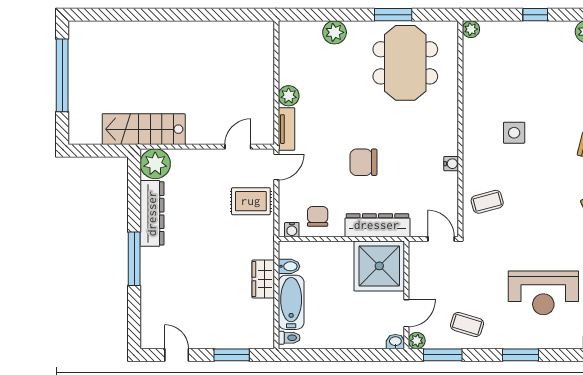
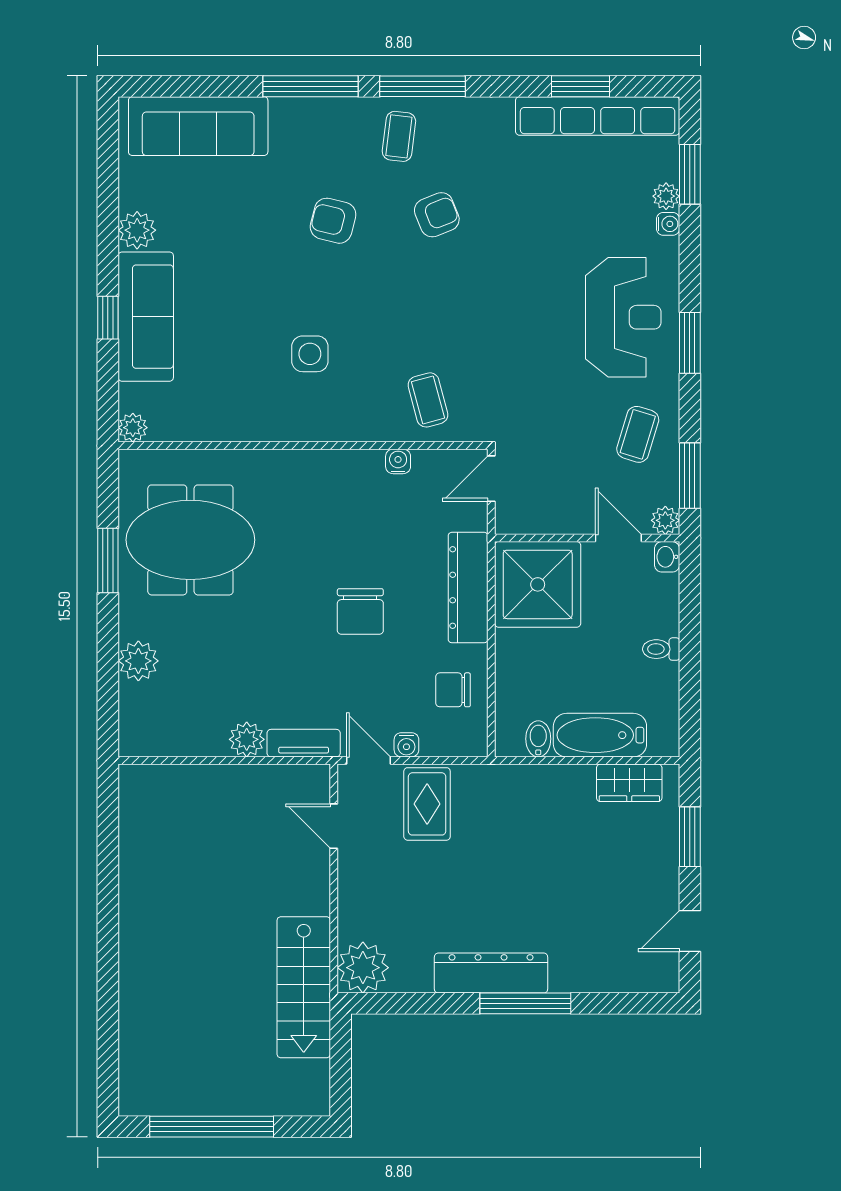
sofa: (536, 37) -> (146, 317), added
water cooler: (451, 164) -> (398, 461), moved
dresser: (152, 213) -> (491, 973), moved
water cooler: (292, 230) -> (406, 745), moved, turned 90
wardrobe: (263, 279) -> (629, 783), moved
reception desk: (543, 293) -> (623, 317), moved
toilet: (289, 338) -> (661, 649), moved, turned -90

